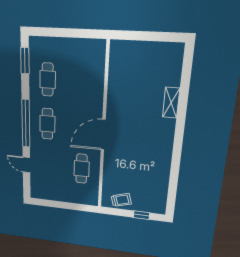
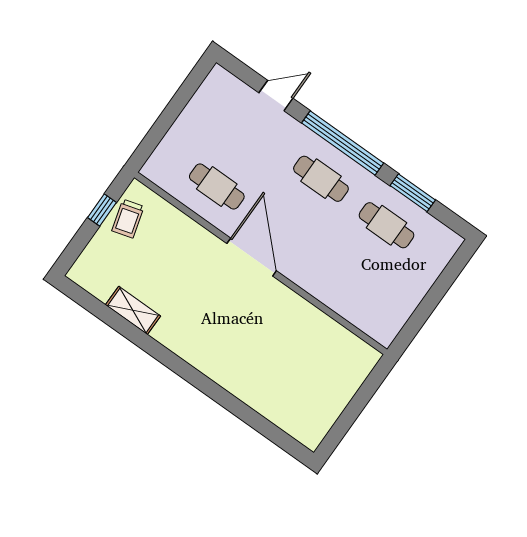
window: (25, 61) -> (413, 193), moved
shelving: (171, 103) -> (133, 310), moved
window: (141, 215) -> (102, 210), moved

